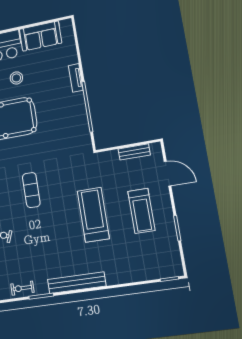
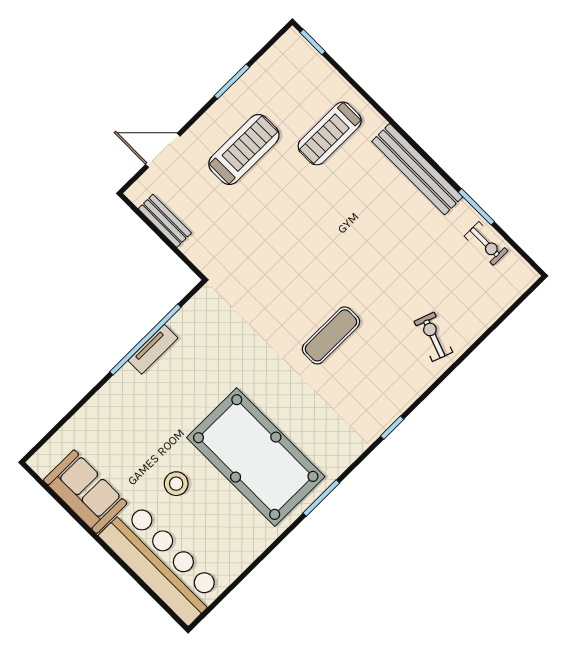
tv unit: (76, 78) -> (153, 349), moved
door: (168, 174) -> (163, 150), hinge flipped
treadmill: (93, 215) -> (330, 133), moved, width x0.73, depth x0.73

